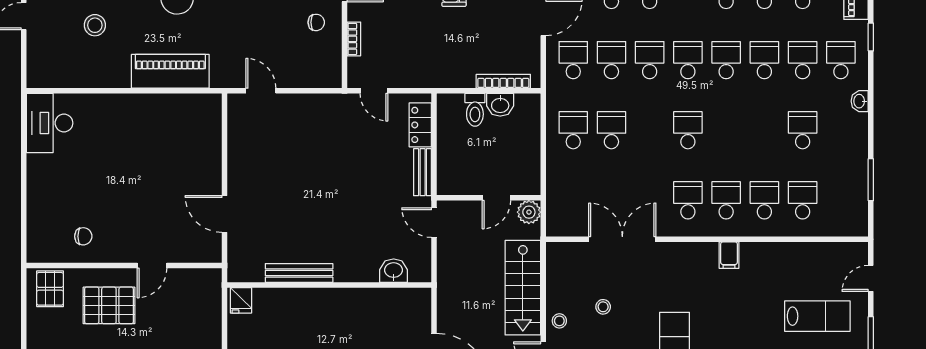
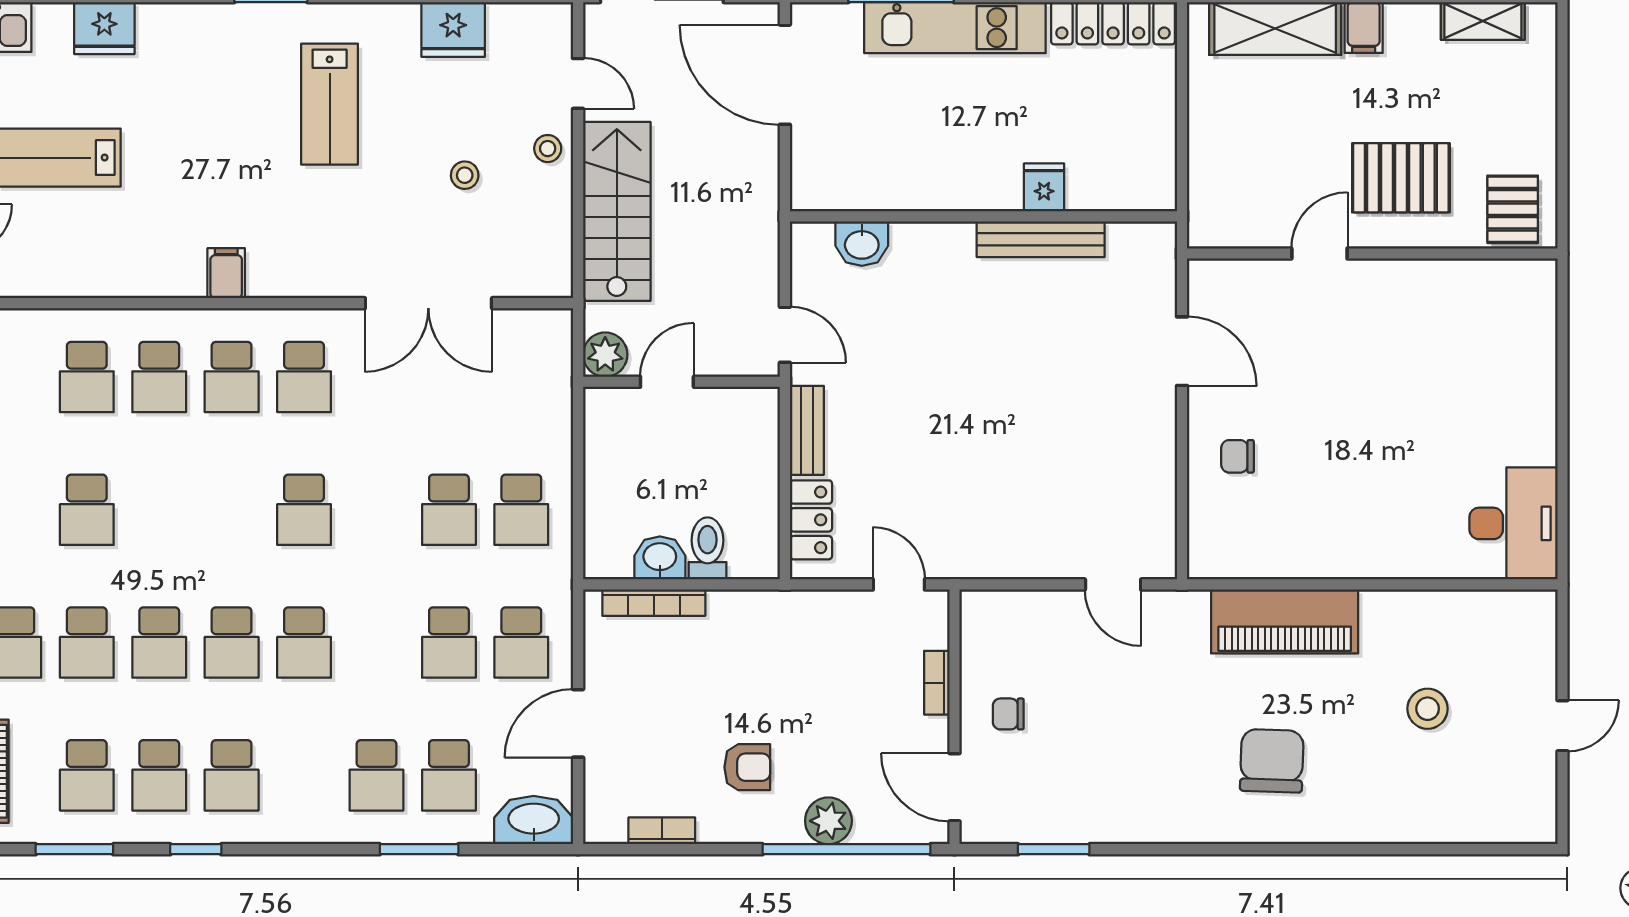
school desk: (650, 60) -> (376, 643), removed
chair: (83, 236) -> (1238, 456), moved
fridge: (241, 300) -> (1044, 187), moved

